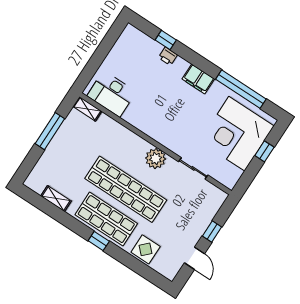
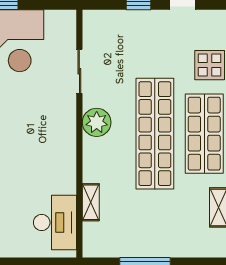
shelving: (87, 109) -> (91, 202), moved

